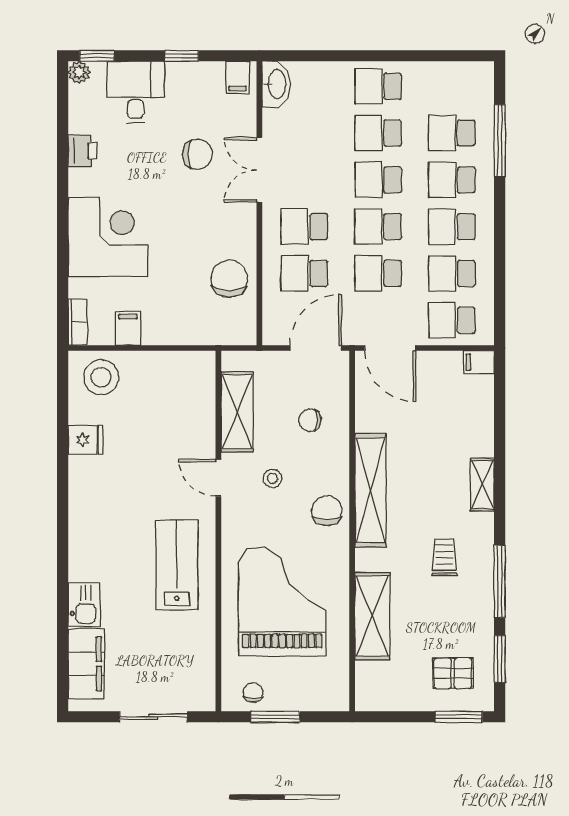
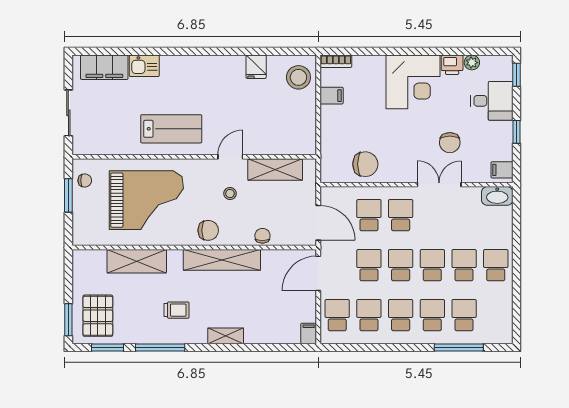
plant: (79, 72) -> (472, 63), moved
corner desk: (108, 237) -> (413, 82), moved
chair: (310, 420) -> (262, 236), moved
pallet: (453, 673) -> (98, 316), width x1.50, depth x1.42

